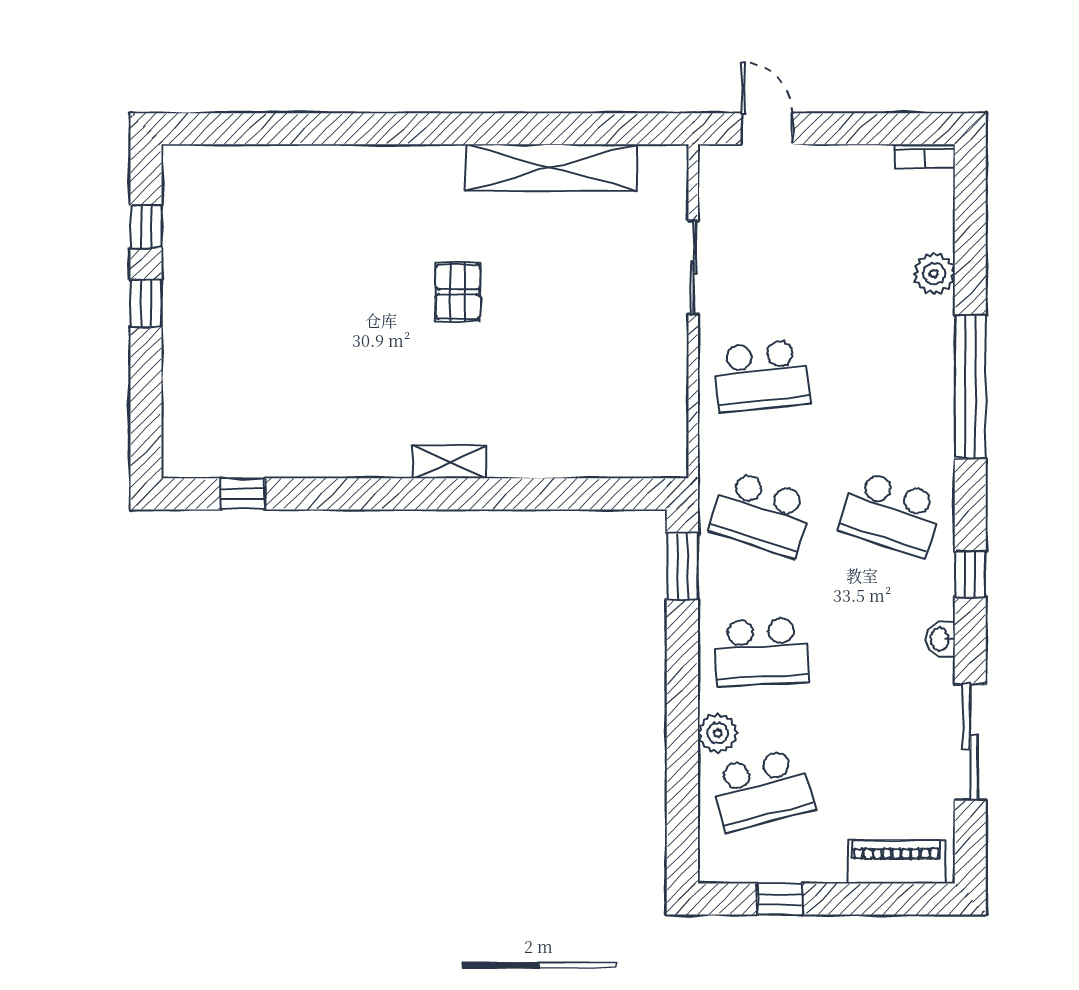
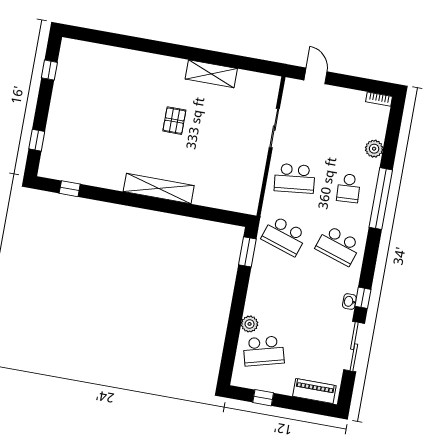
shelving: (551, 168) -> (211, 74), width x0.68
window: (146, 303) -> (37, 140), moved
shelving: (450, 462) -> (159, 189), width x2.20, depth x1.33
window: (970, 574) -> (363, 298), moved
school desk: (762, 652) -> (349, 188), moved, width x0.54

